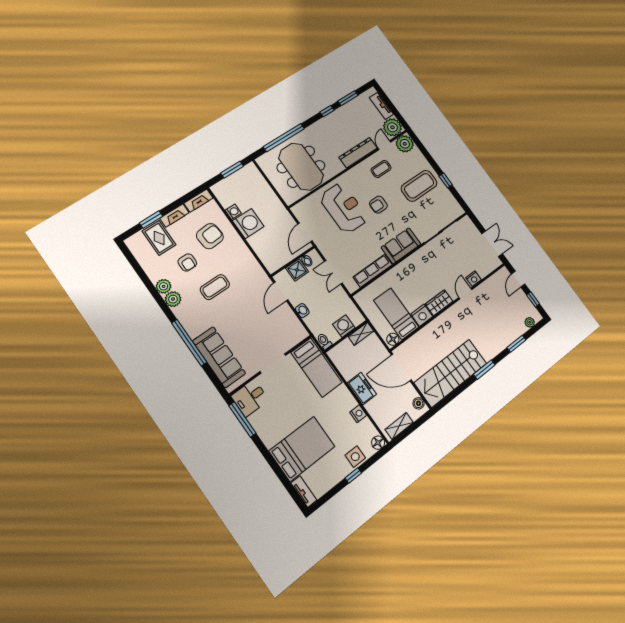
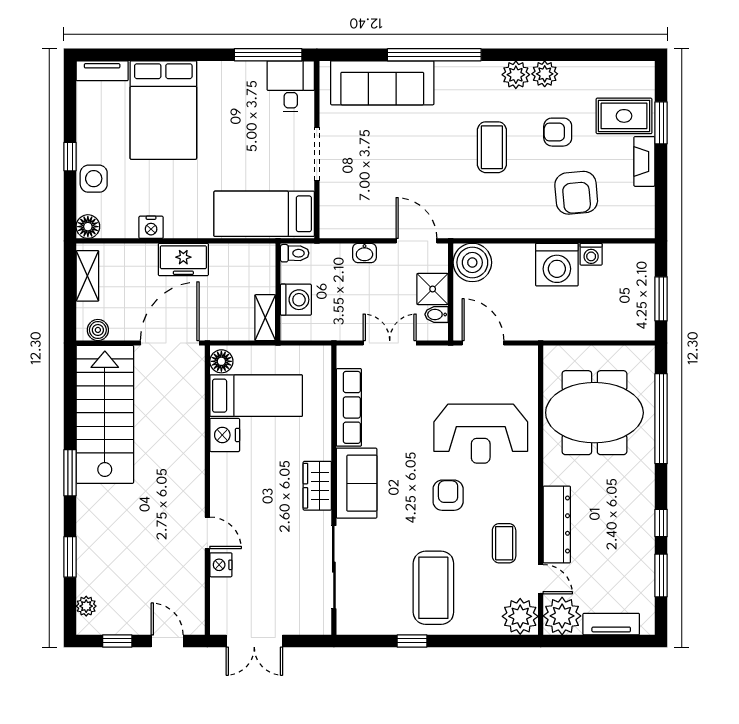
fireplace: (199, 201) -> (644, 213), removed
boiler: (273, 261) -> (472, 262), added
wardrobe: (439, 303) -> (317, 486), moved, turned 180

